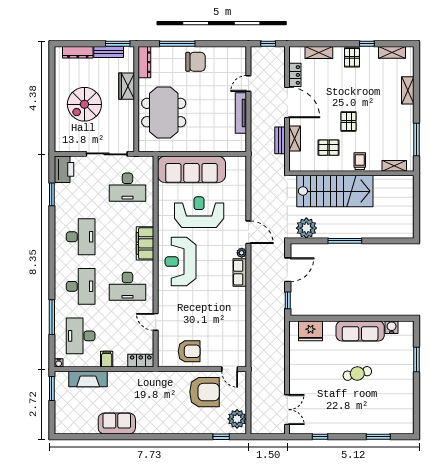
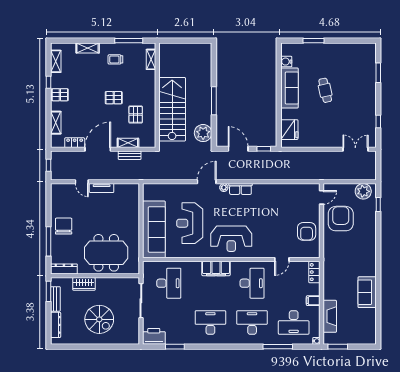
tv unit: (241, 113) -> (102, 188), width x0.71
trolley: (360, 161) -> (115, 59), moved
armchair: (189, 351) -> (307, 231), turned 180

